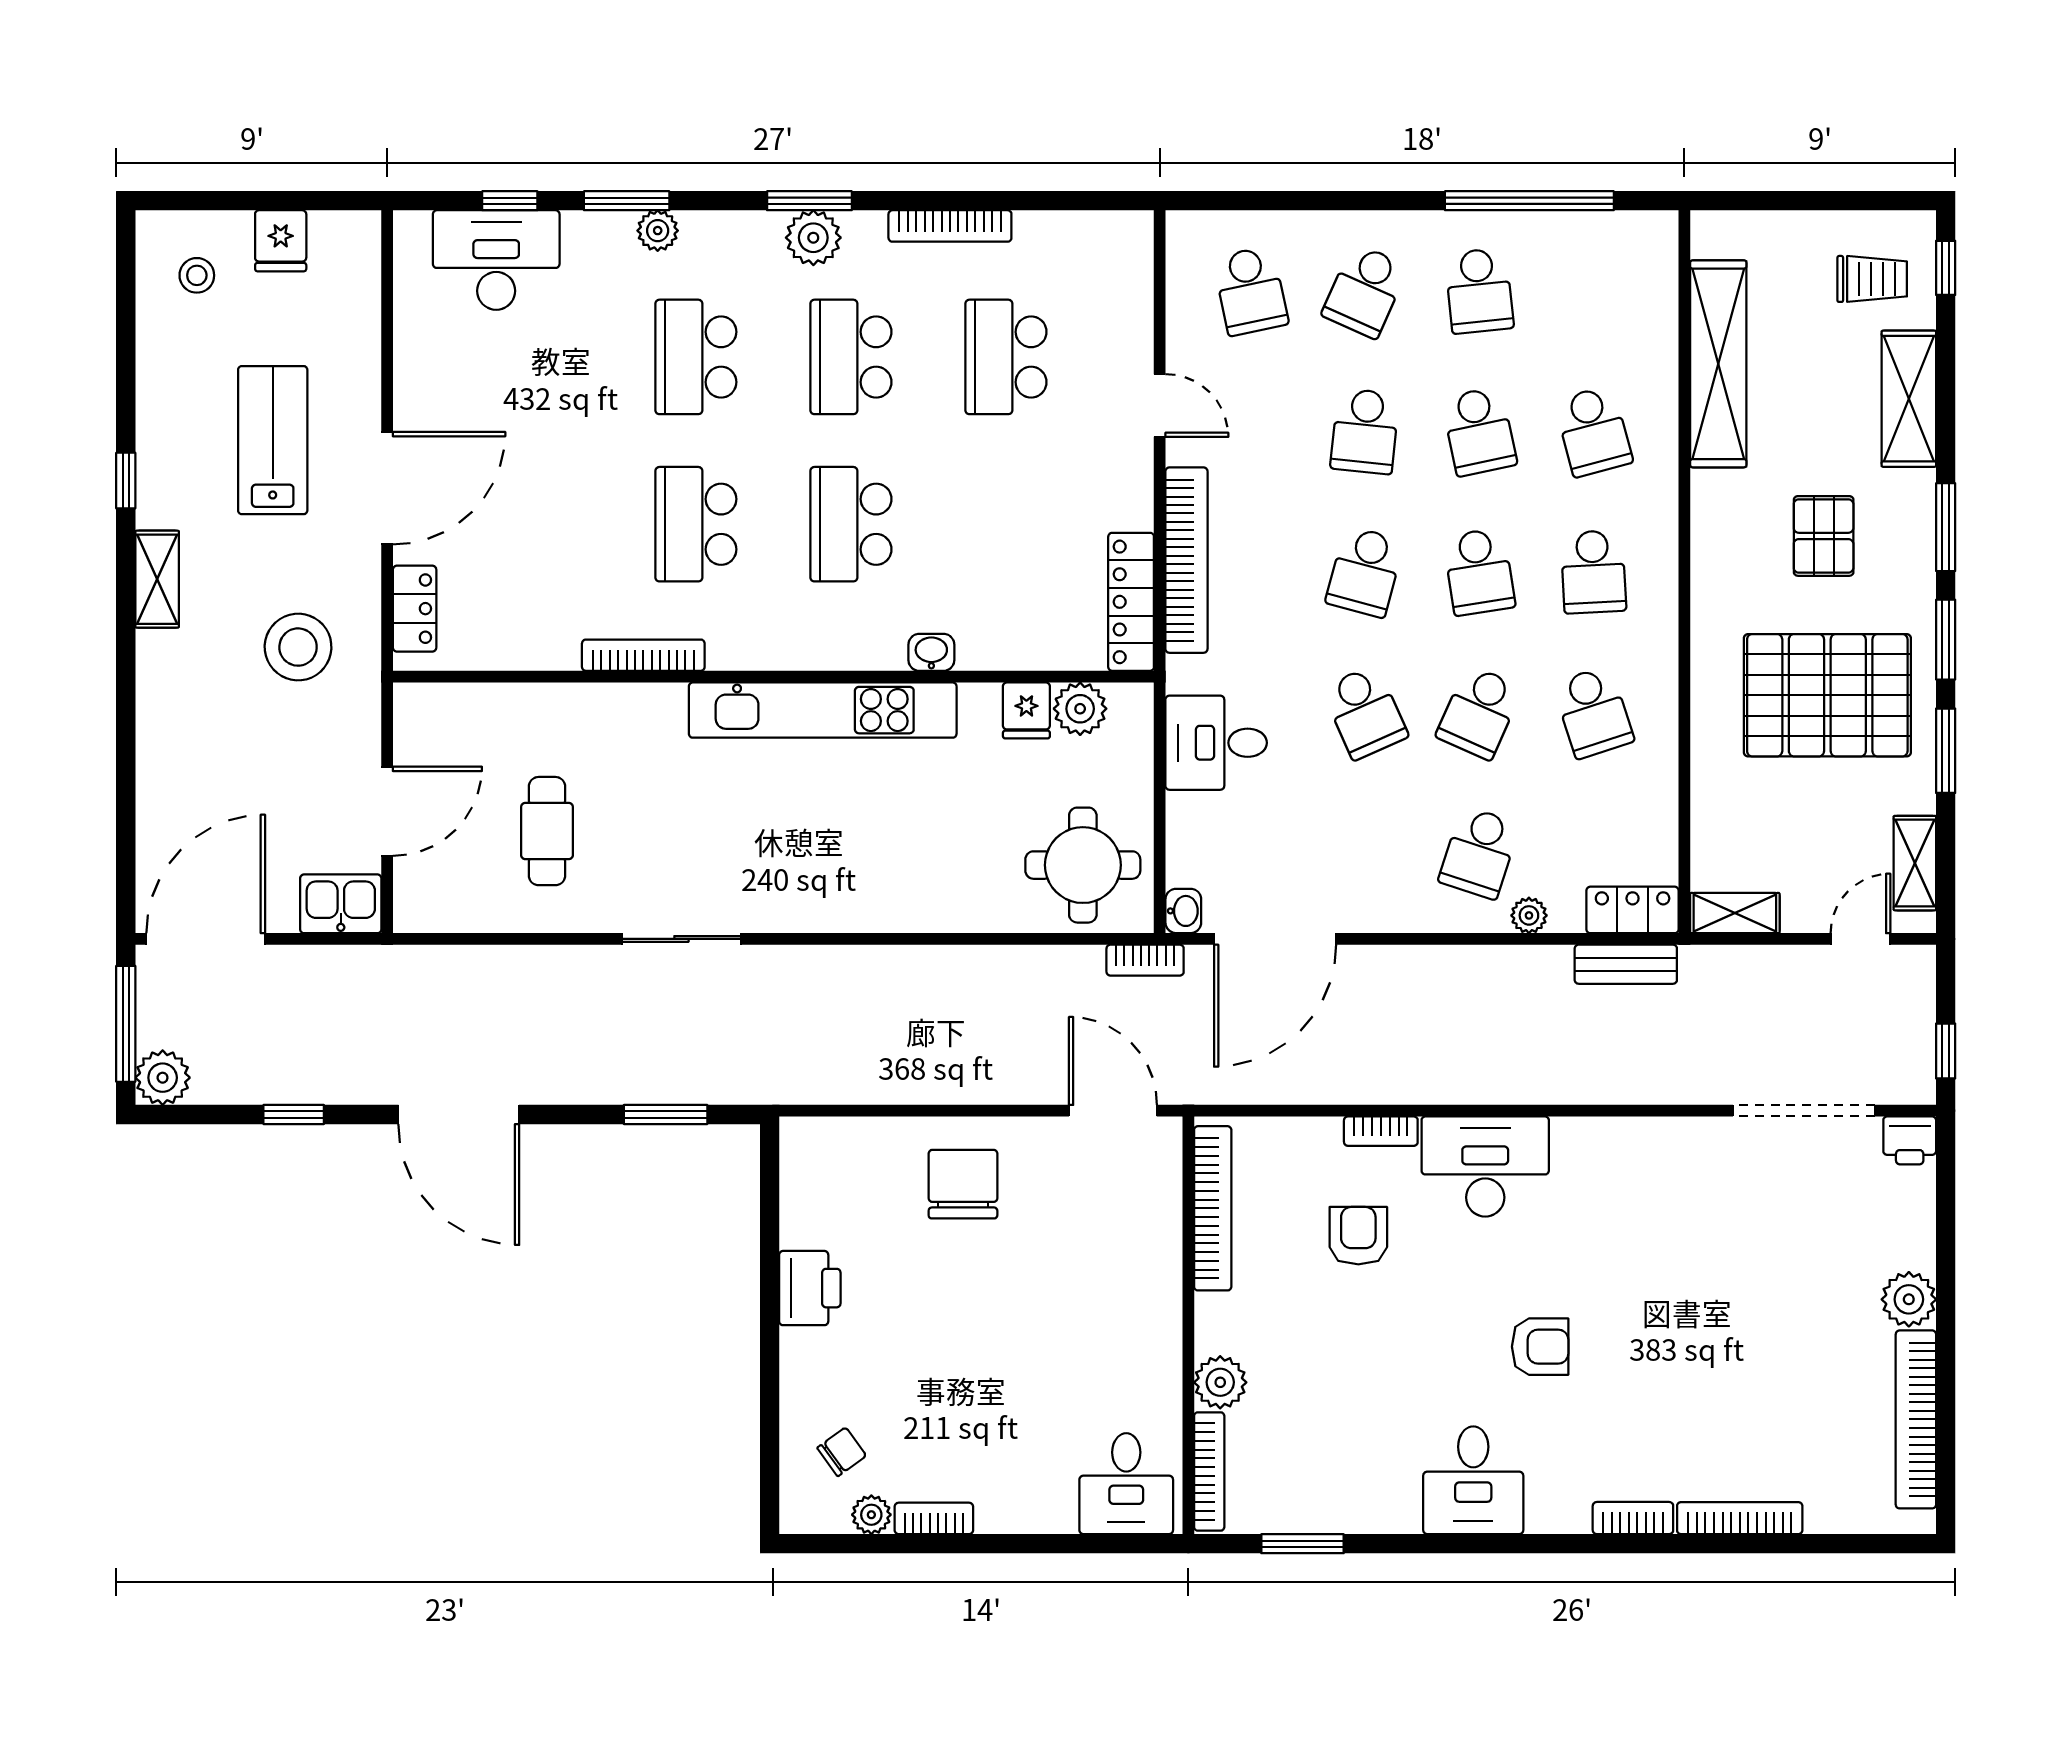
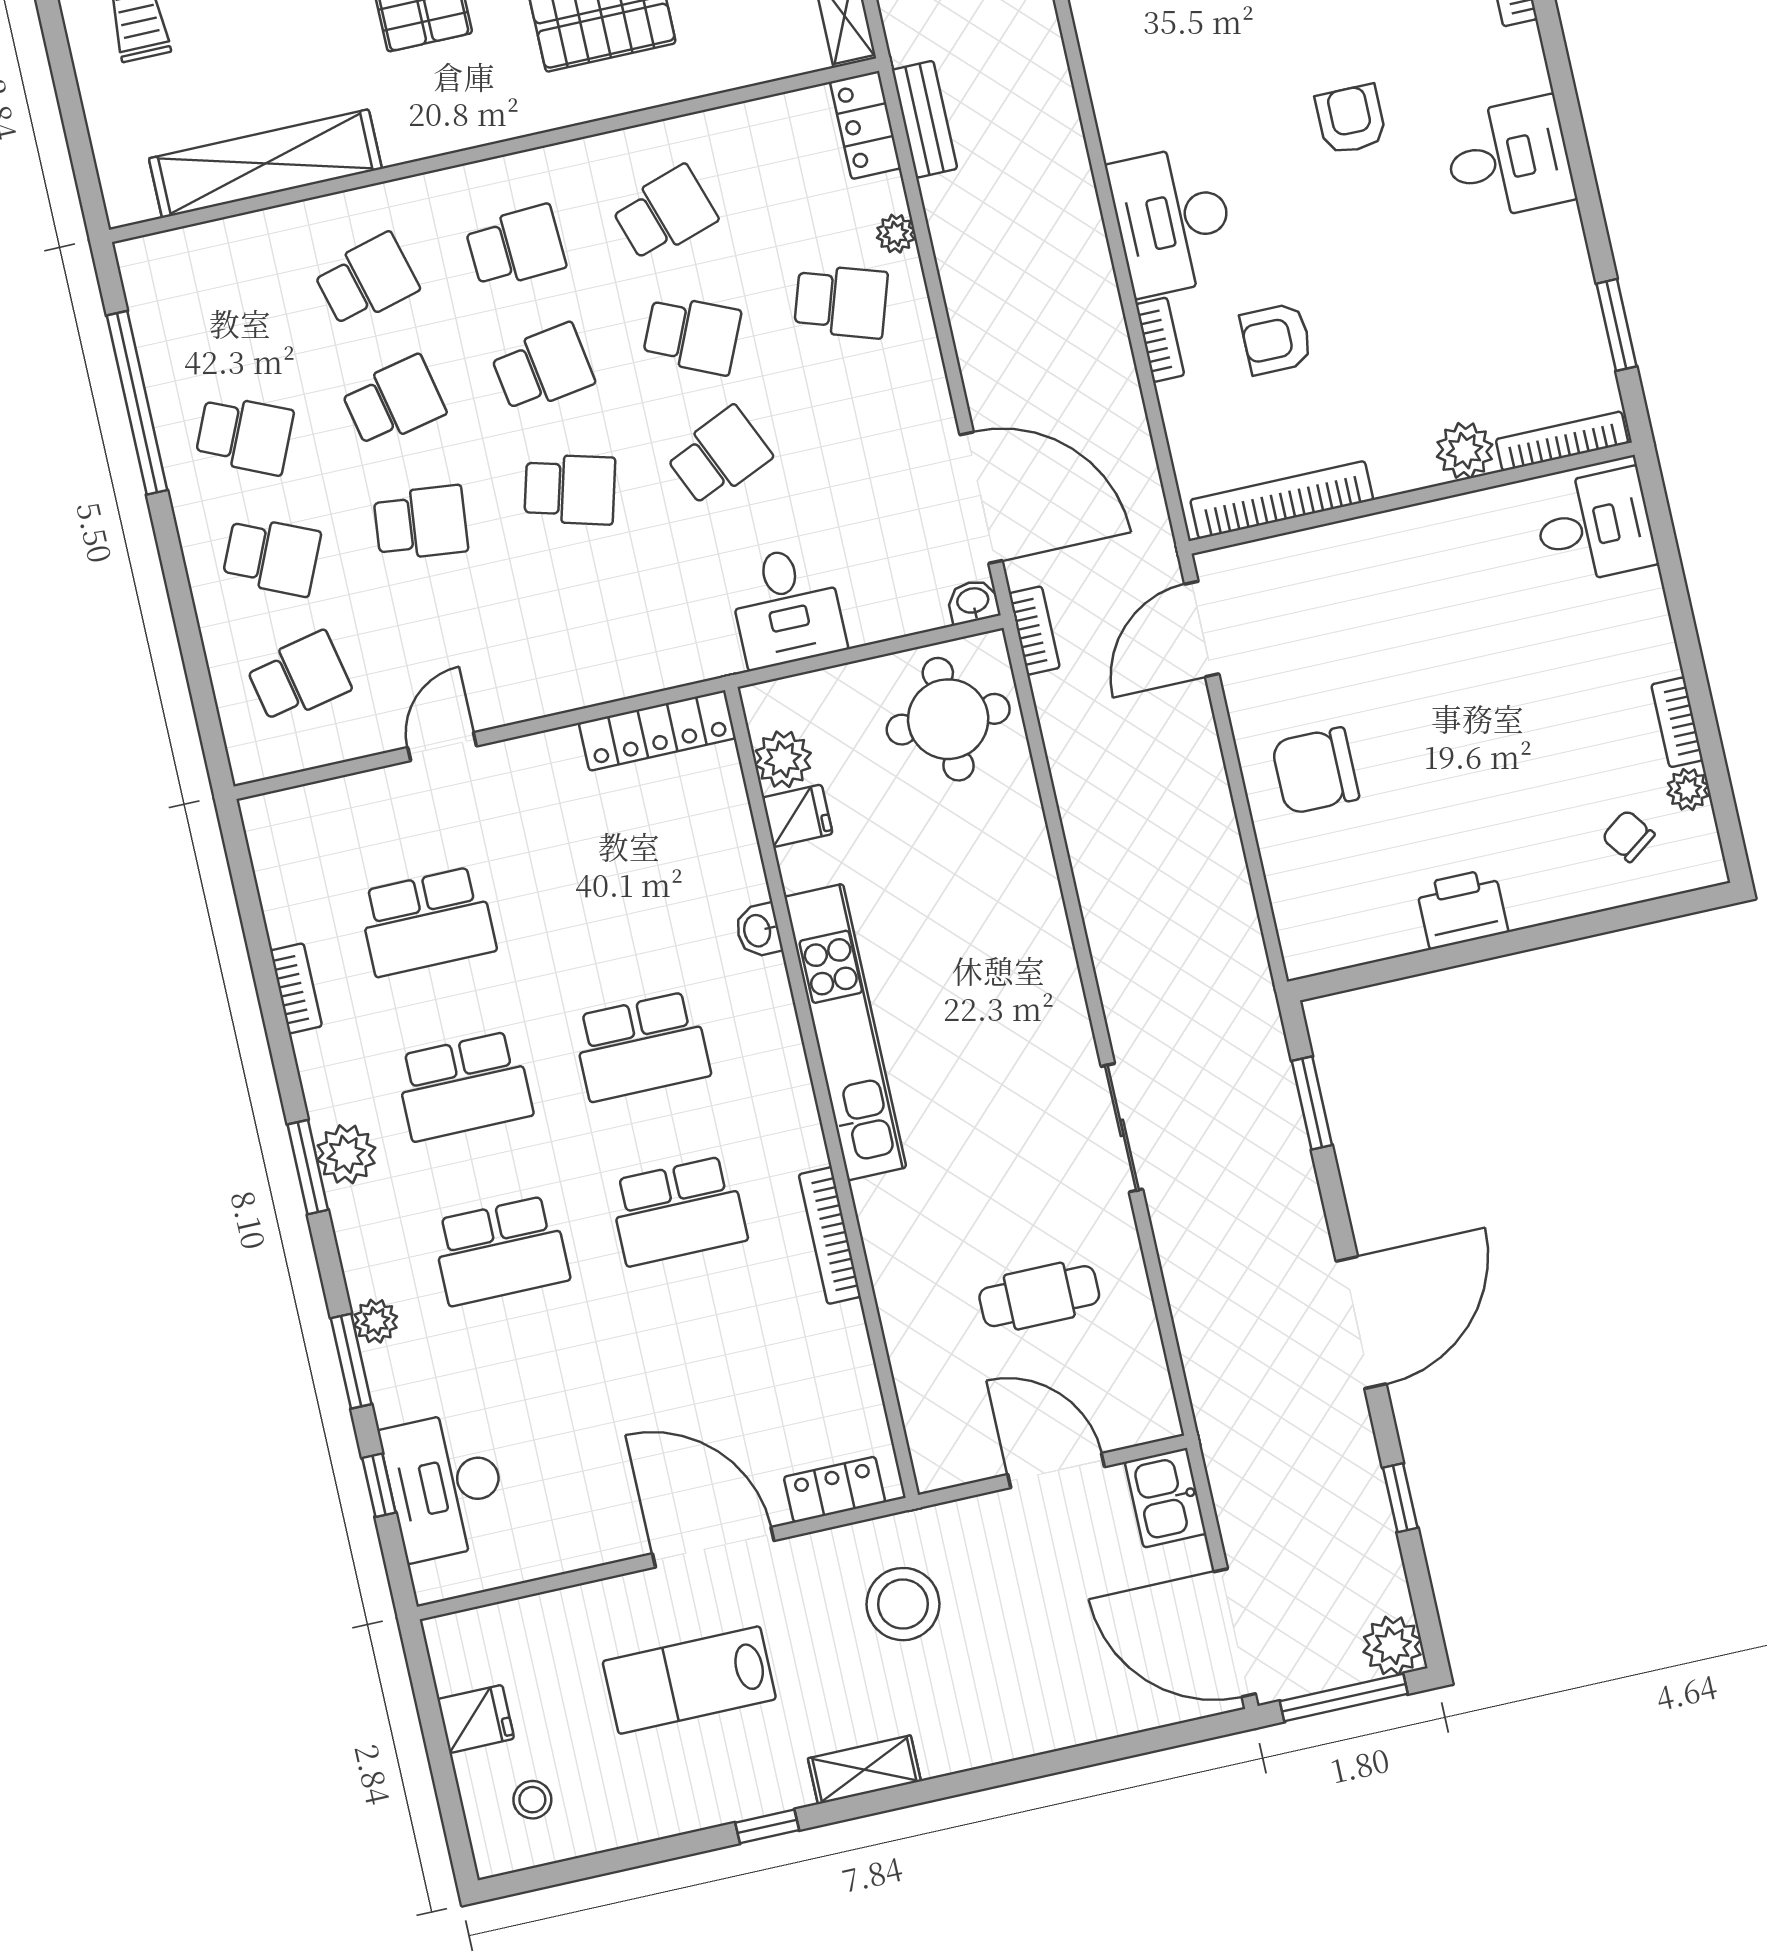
bookcase: (950, 226) -> (296, 988), width x0.64
school desk: (1479, 291) -> (245, 435), turned 30
bookcase: (1186, 560) -> (600, 682), removed

